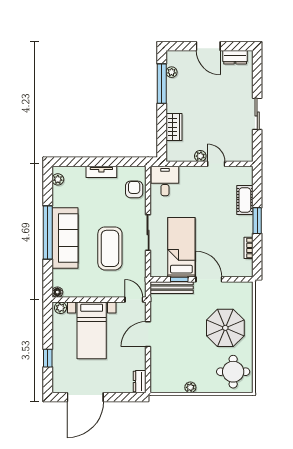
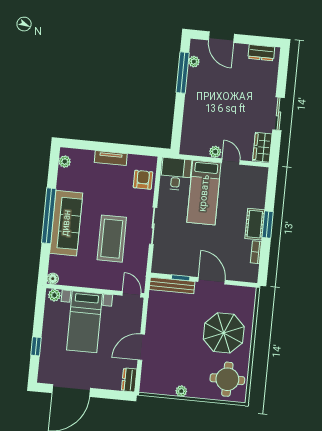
door: (208, 46) -> (221, 37), moved
wardrobe: (174, 127) -> (262, 147), moved, turned 180
cot: (245, 200) -> (255, 224), moved
bed: (181, 247) -> (204, 193), moved, turned 180
door: (148, 334) -> (141, 347), moved

